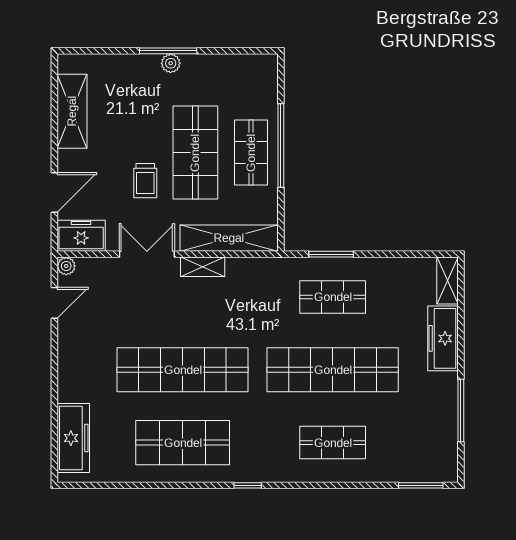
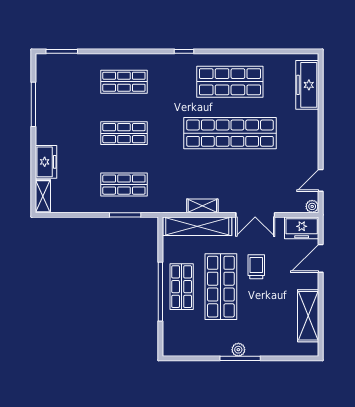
shelving: (203, 267) -> (202, 206), moved
freezer: (443, 338) -> (46, 162), width x0.71
shop shelf: (333, 370) -> (124, 133), width x0.50, depth x0.74

